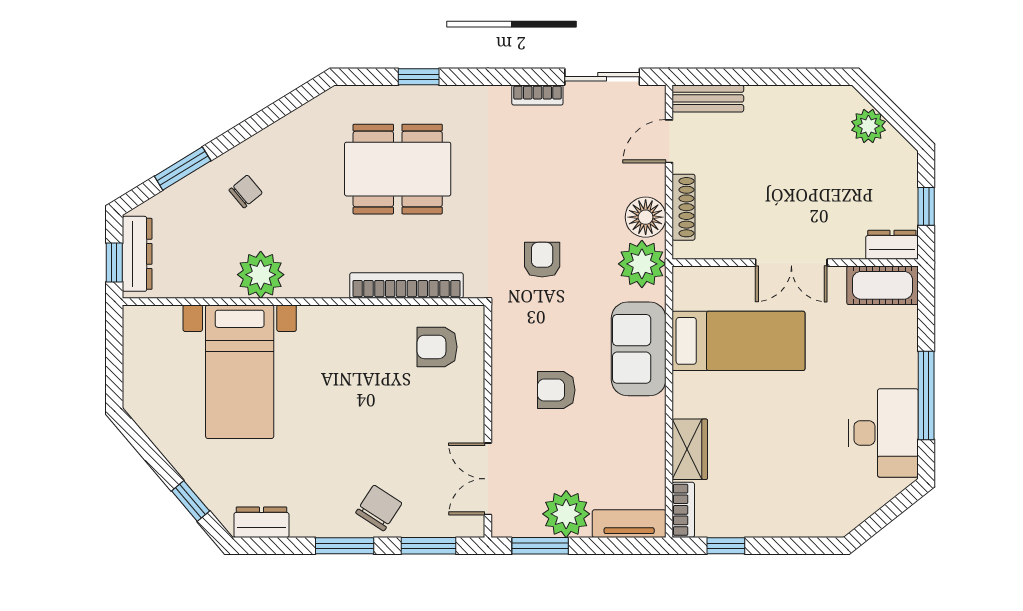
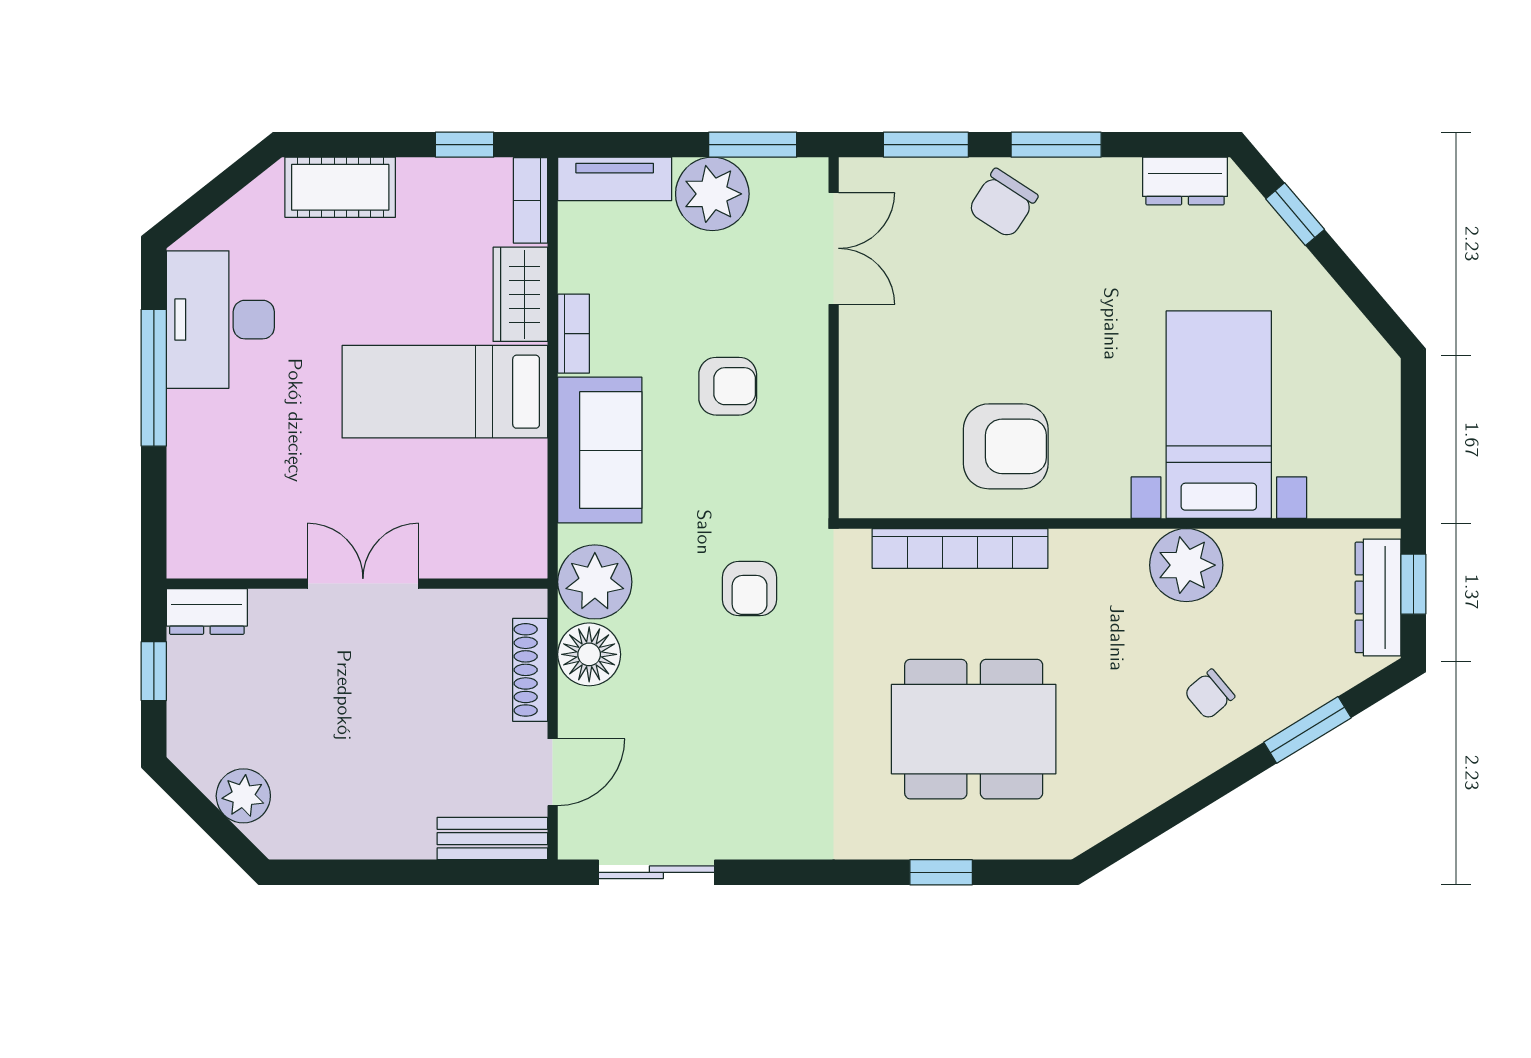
bookcase: (537, 95) -> (574, 334), moved, turned 90
cot: (882, 285) -> (340, 187), moved
bed: (739, 341) -> (445, 392), moved
armchair: (437, 347) -> (1006, 446), moved, width x1.38, depth x1.38

